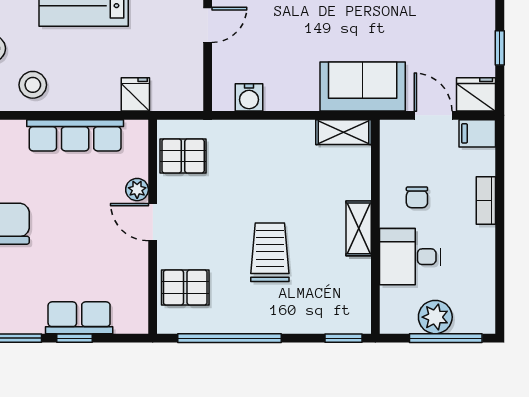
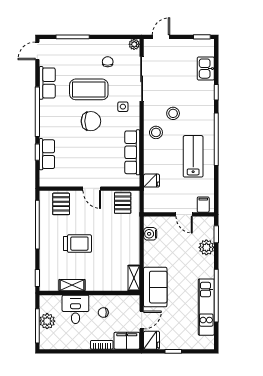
filing cabinet: (477, 133) -> (127, 341), width x2.00
plant: (137, 190) -> (107, 181), removed
door: (153, 222) -> (92, 189), swing flipped
shelving: (359, 228) -> (72, 285), moved

